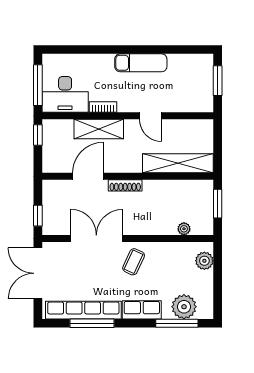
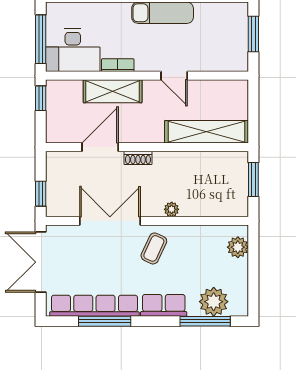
shoe rack: (125, 185) -> (138, 158), width x0.70
plant: (184, 229) -> (172, 209), moved

